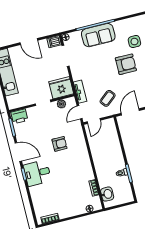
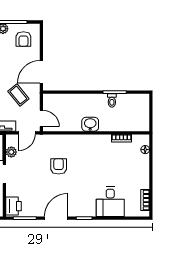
door: (80, 112) -> (27, 133), hinge flipped
door: (130, 112) -> (41, 72), hinge flipped
desk: (37, 173) -> (110, 202), moved
washbasin: (107, 194) -> (90, 124), moved

